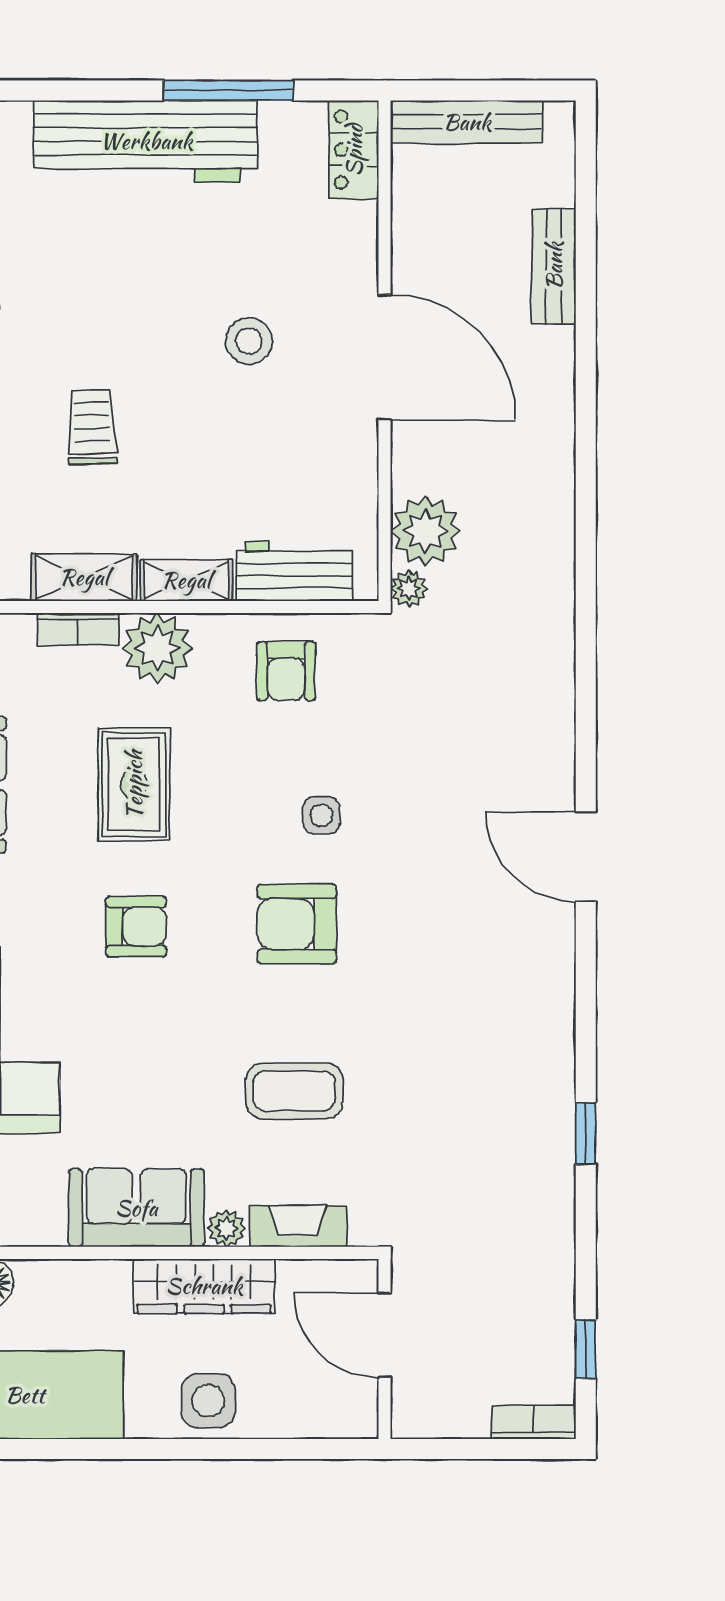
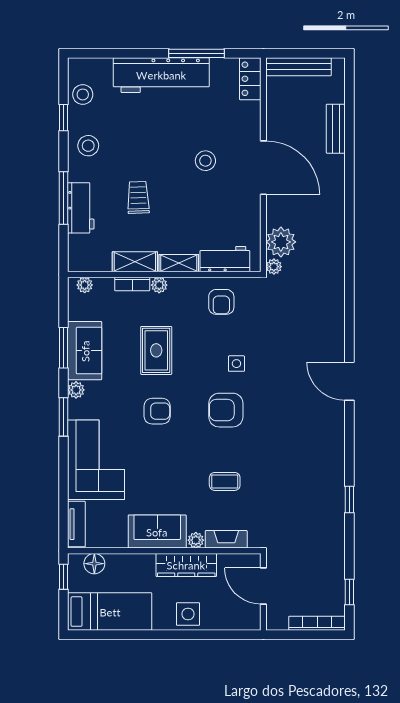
plant: (157, 648) -> (159, 285), width x0.53, depth x0.53
coffee table: (294, 1091) -> (225, 481), width x0.73, depth x0.77
bookcase: (534, 1422) -> (317, 623), width x1.56

